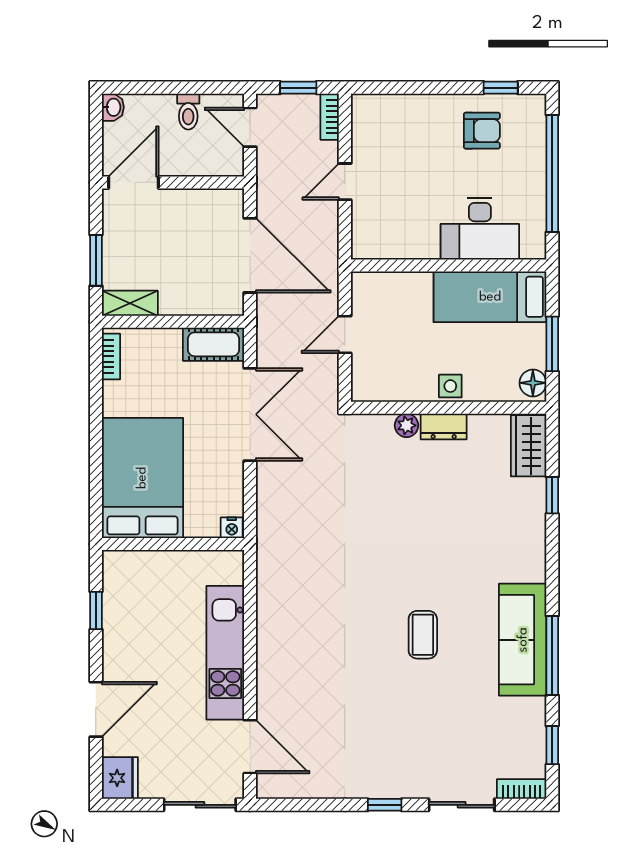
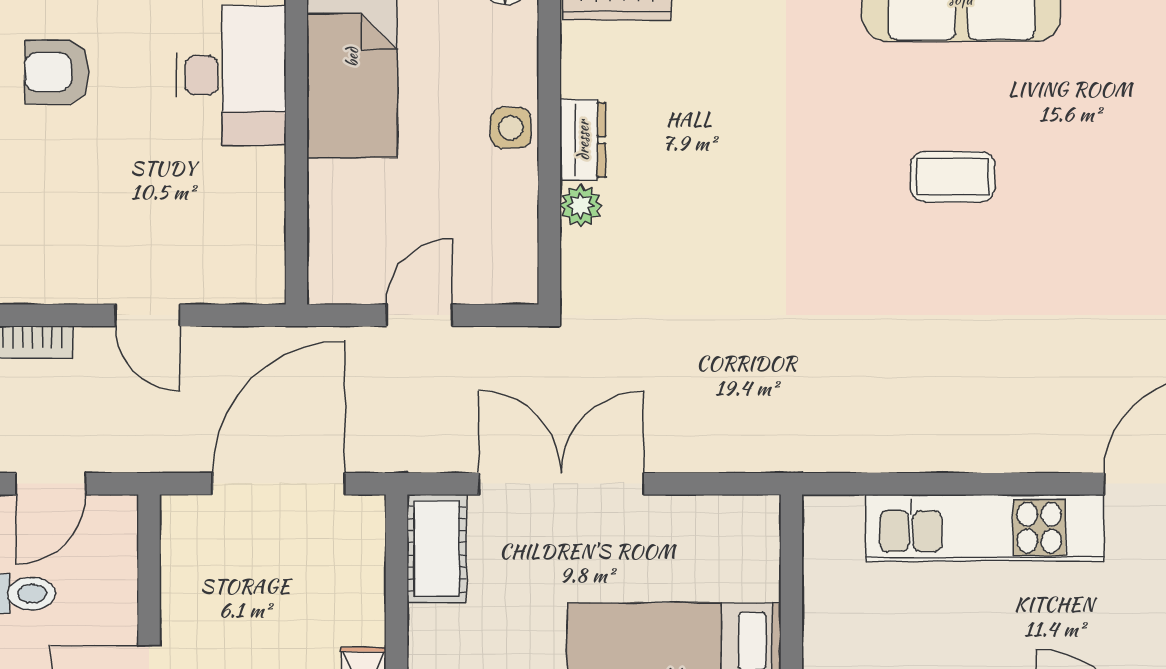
armchair: (482, 131) -> (57, 72), turned -90
door: (345, 335) -> (419, 315), swing flipped
nightstand: (232, 528) -> (762, 516), removed

